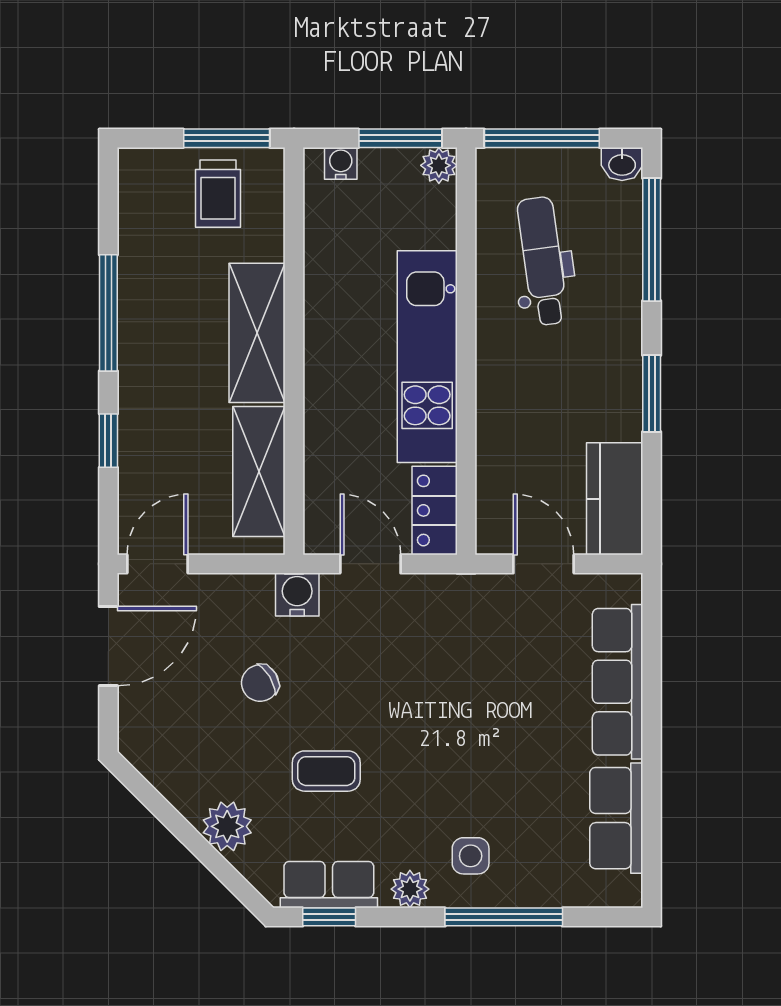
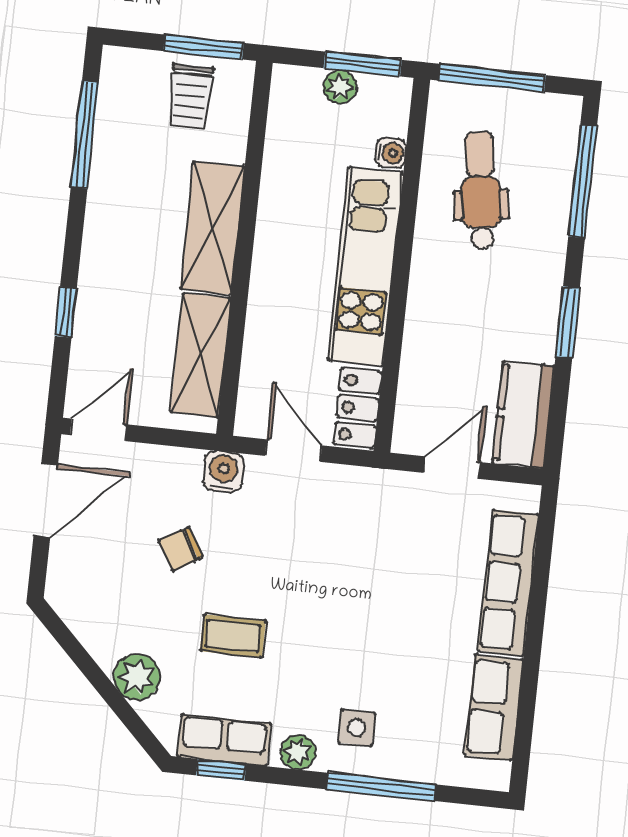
water cooler: (341, 163) -> (391, 153), moved, turned 90
washbasin: (622, 164) -> (563, 109), removed
plant: (439, 165) -> (340, 87), moved
window: (108, 313) -> (85, 135), moved
door: (544, 564) -> (452, 468), hinge flipped

